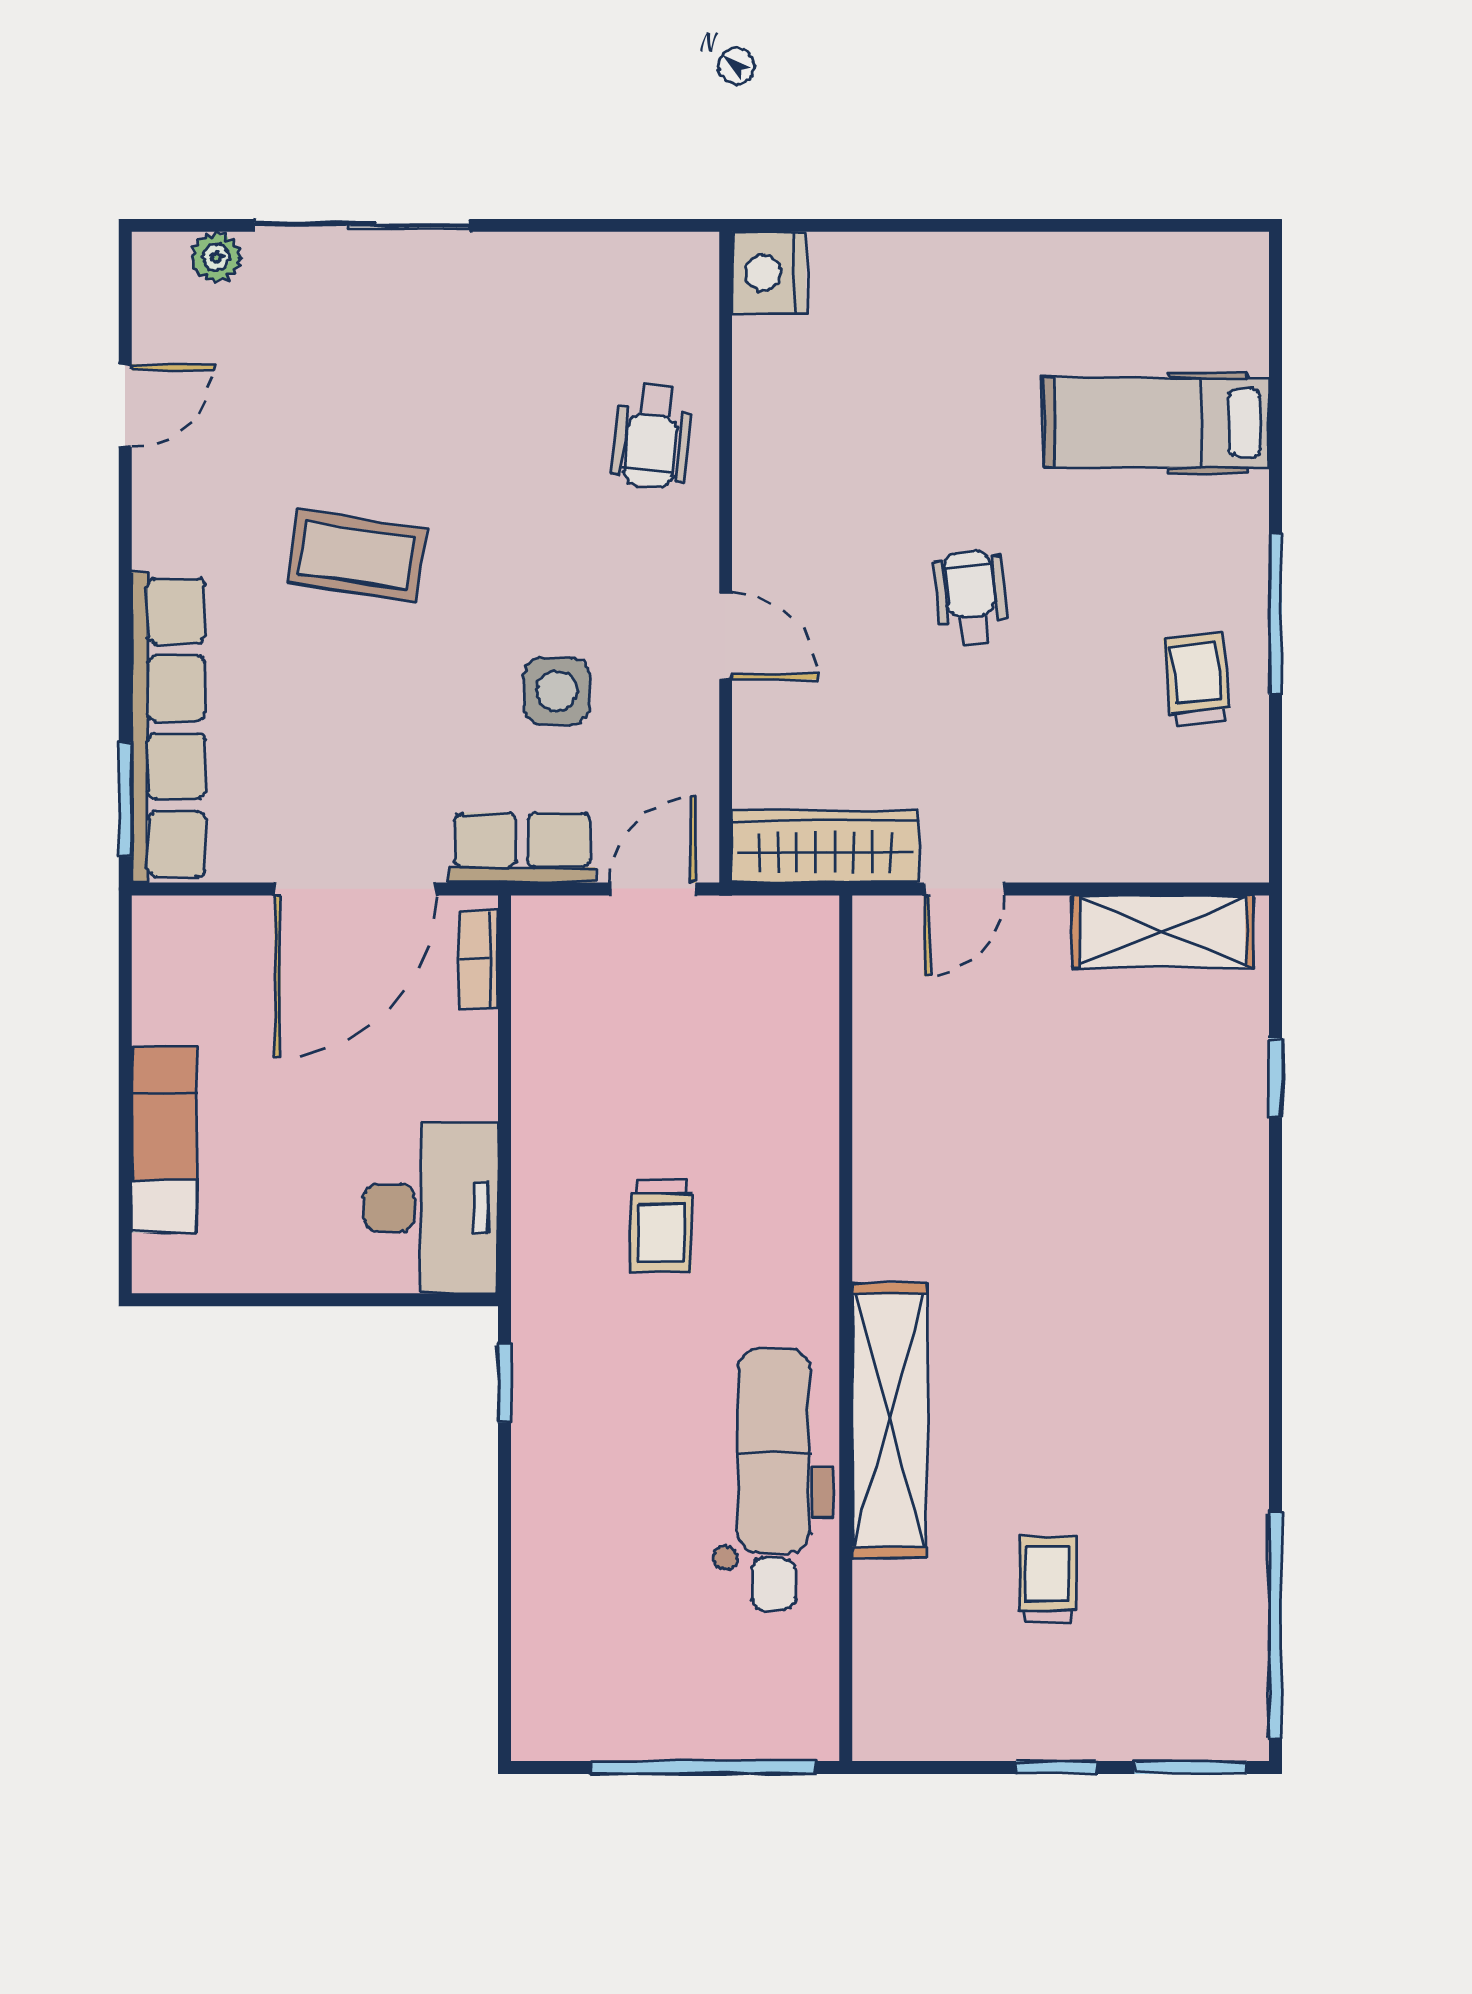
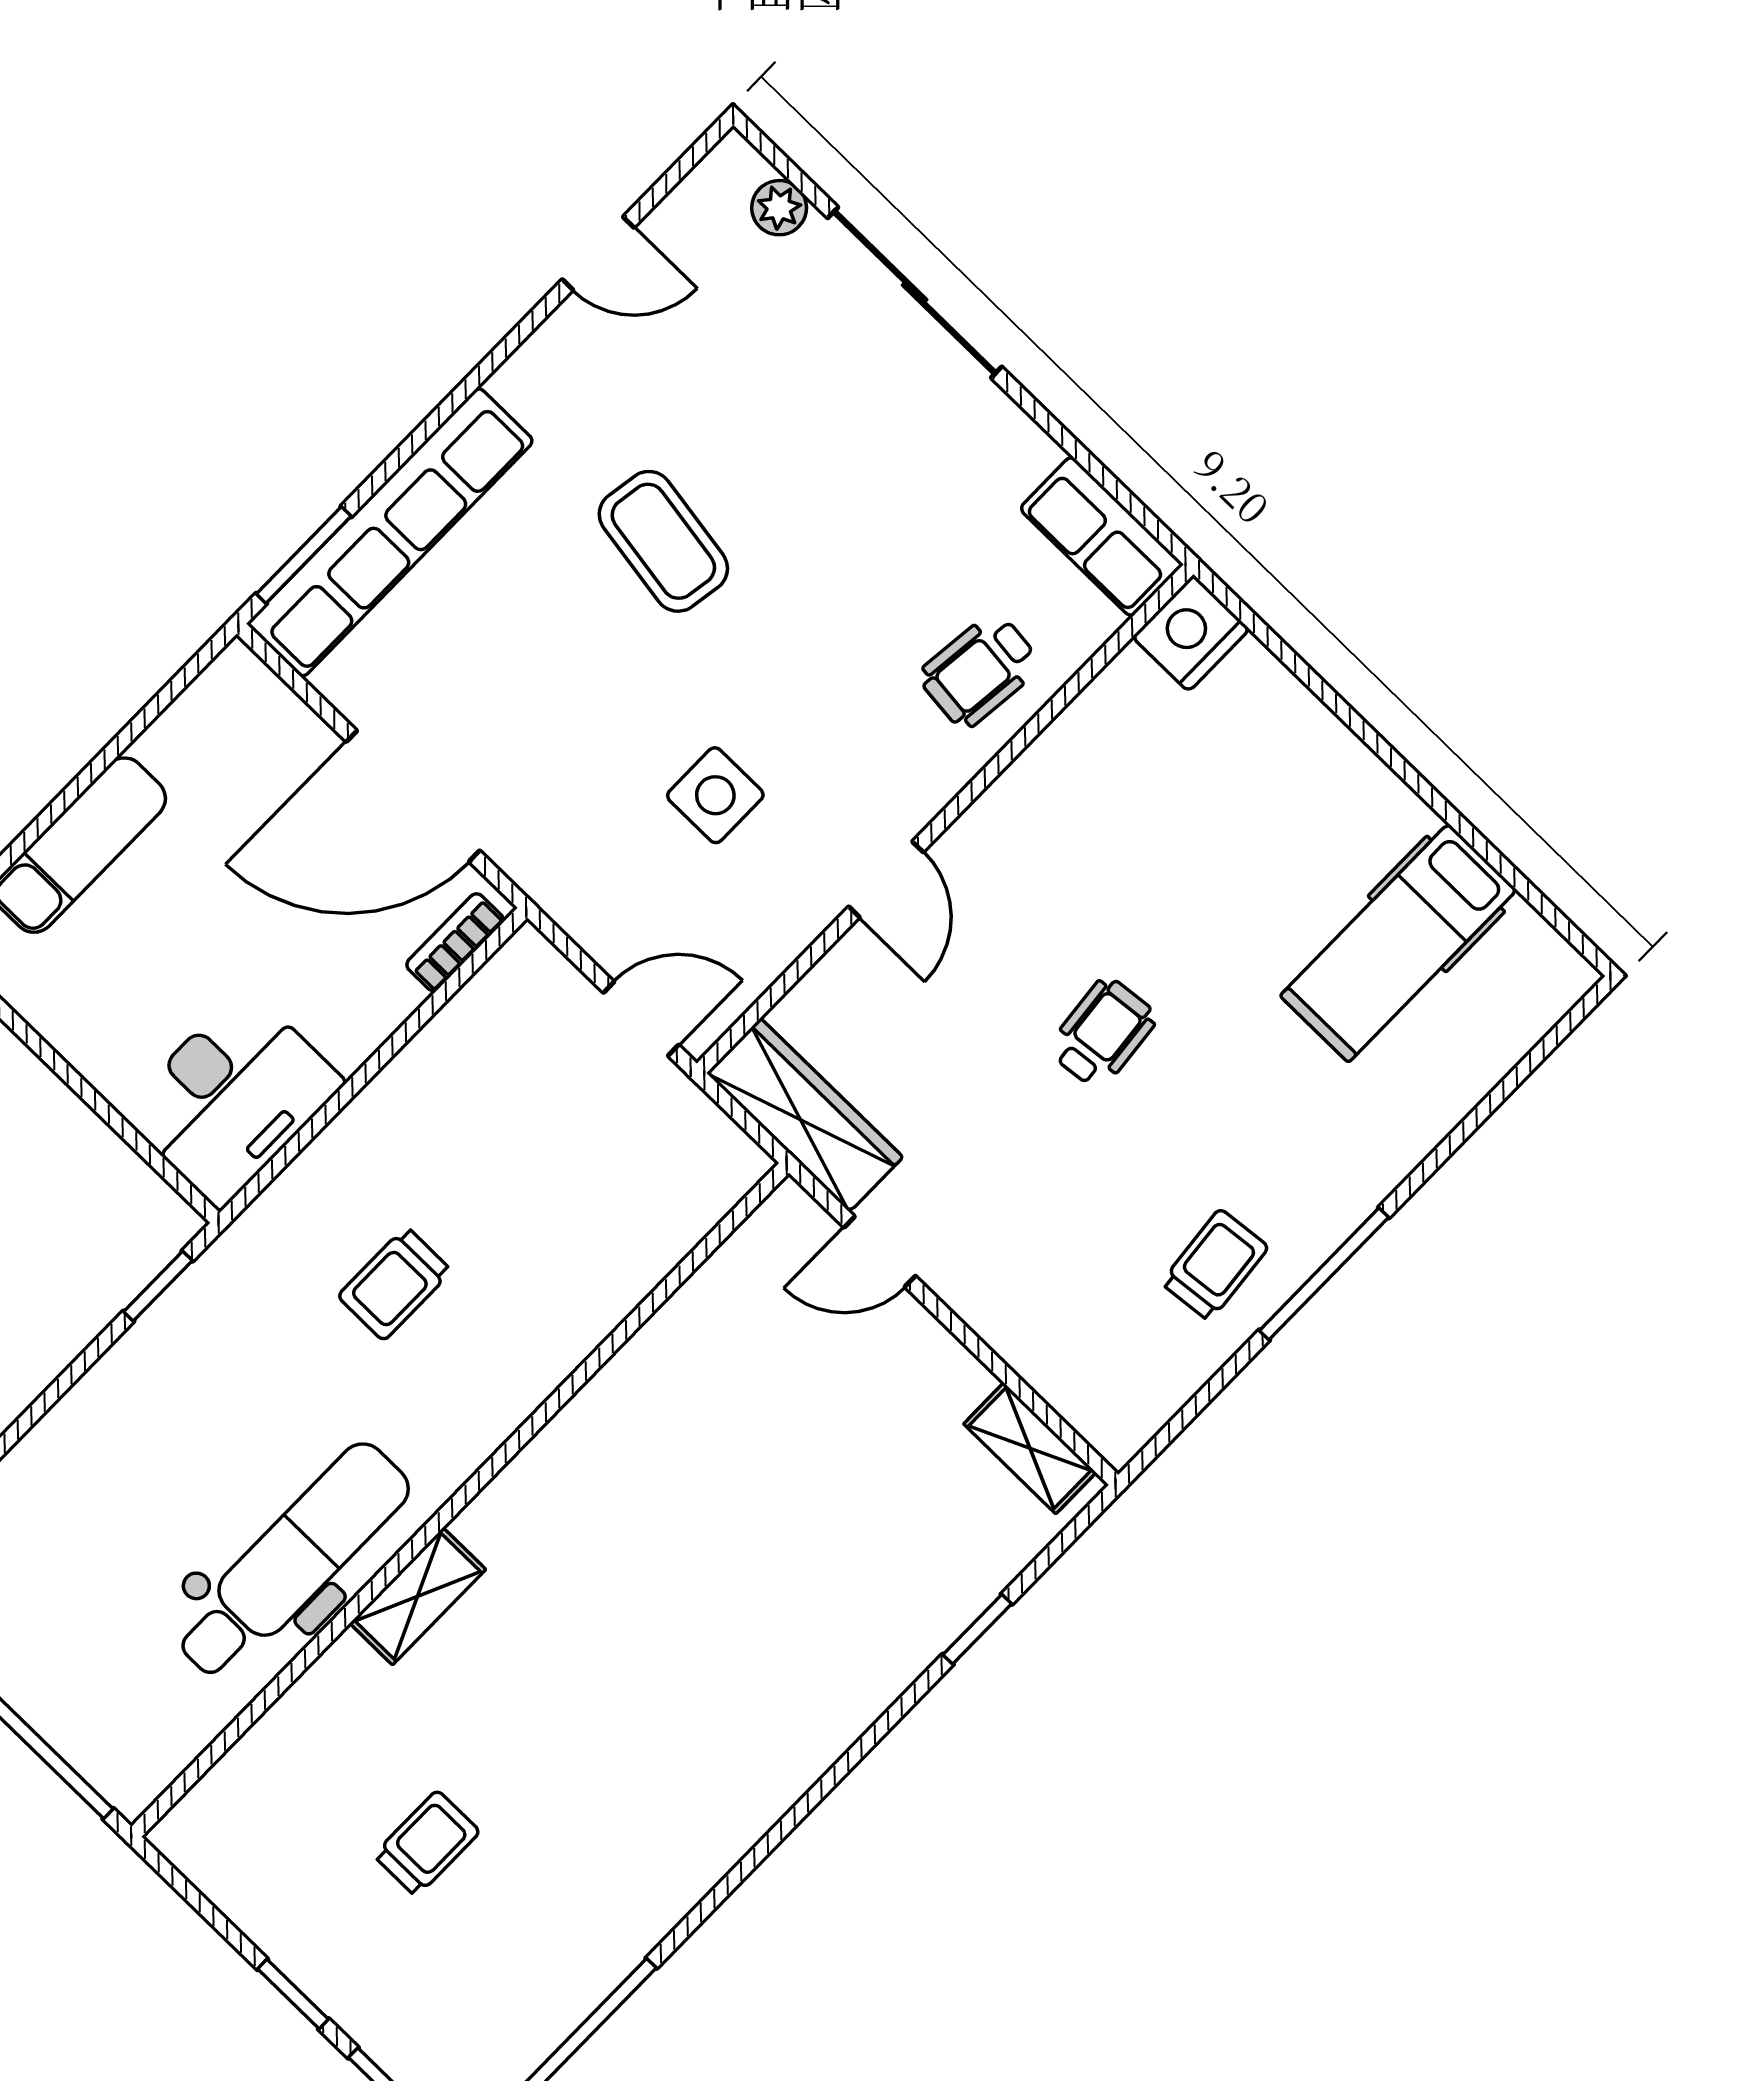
hospital bed: (1156, 423) -> (1398, 943), moved, turned -90
row of seats: (522, 848) -> (1101, 536), moved, turned 180
shelving: (1163, 931) -> (1030, 1448), width x0.67, depth x0.75
shelving: (890, 1420) -> (418, 1596), width x0.45, depth x0.75

